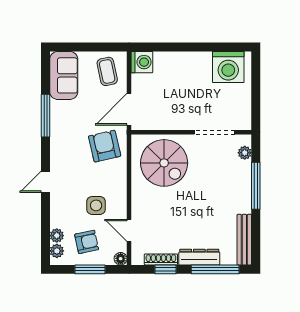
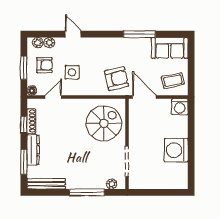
washing machine: (228, 67) -> (176, 150), moved
spiral stairs: (164, 163) -> (104, 123), turned 180
door: (45, 182) -> (73, 34), moved
armchair: (87, 242) -> (44, 65), turned -78
window: (215, 269) -> (24, 162), width x0.69

